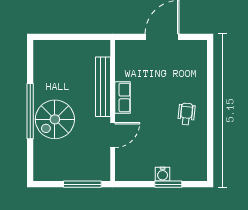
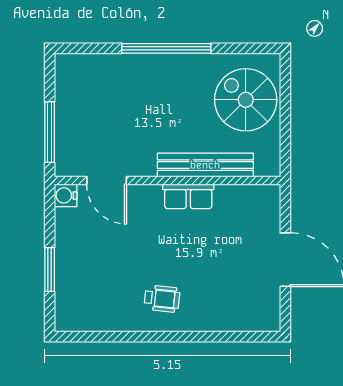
spiral stairs: (55, 119) -> (246, 100), moved
door: (113, 135) -> (107, 181), moved
water cooler: (163, 174) -> (66, 195), moved

